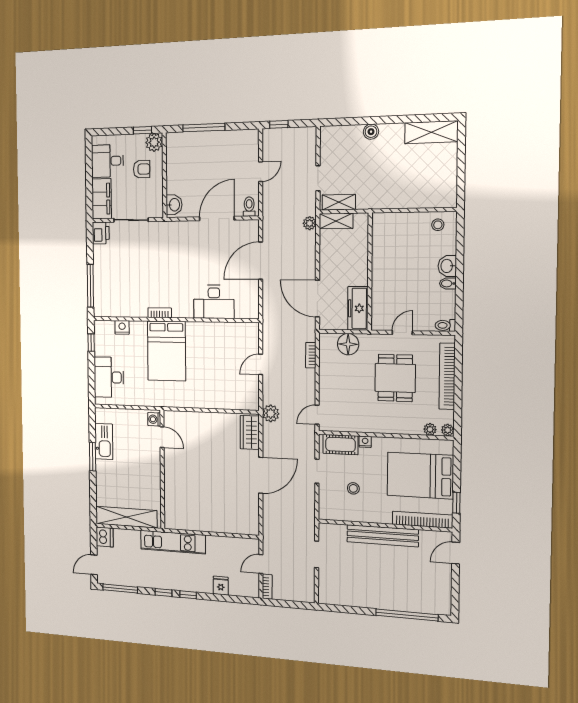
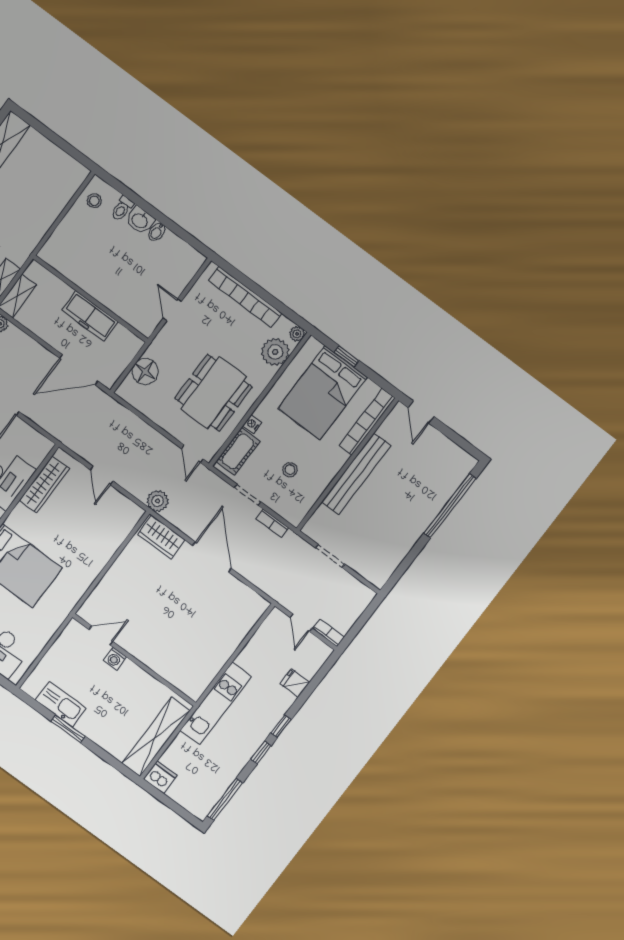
freezer: (358, 308) -> (90, 316), moved
toilet: (445, 325) -> (122, 209), moved
wardrobe: (229, 331) -> (44, 484), added
bookcase: (311, 355) -> (272, 523), moved
dining table: (395, 378) -> (213, 393), moved, width x1.38
washing machine: (154, 419) -> (115, 659), moved
plant: (430, 429) -> (275, 352), width x1.87, depth x1.87
window: (456, 503) -> (346, 356), moved
door: (94, 565) -> (181, 811), removed

